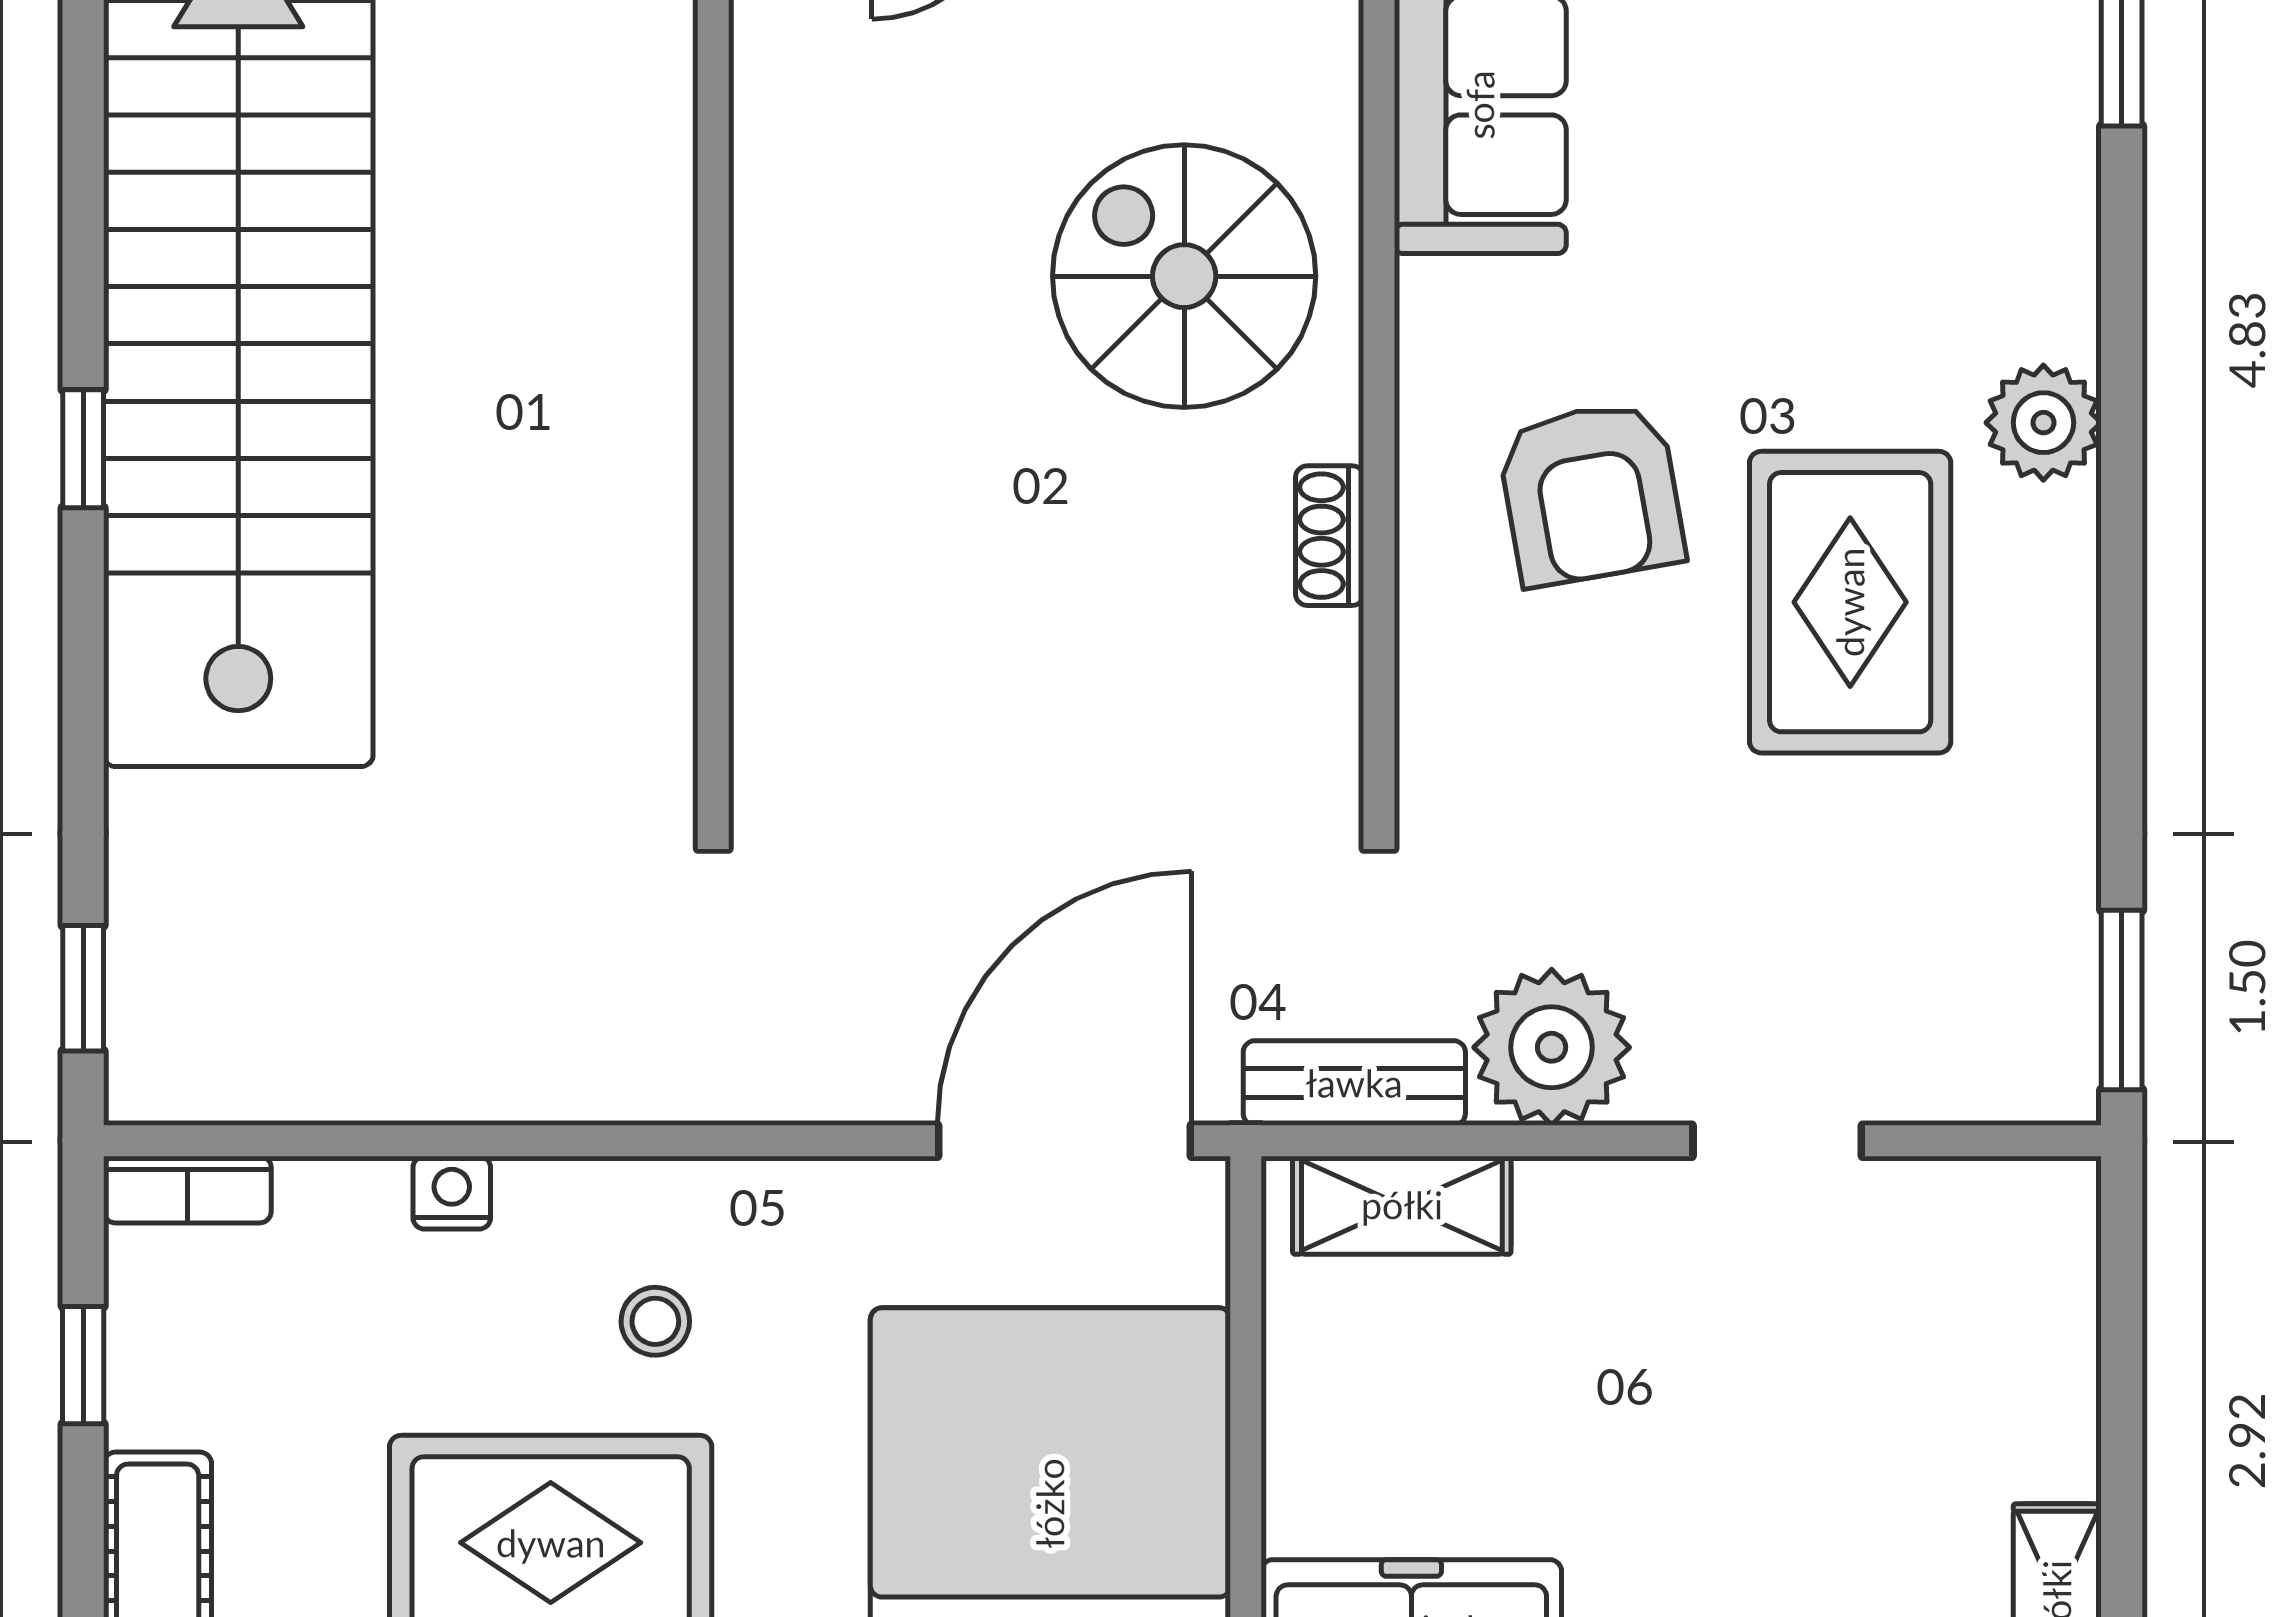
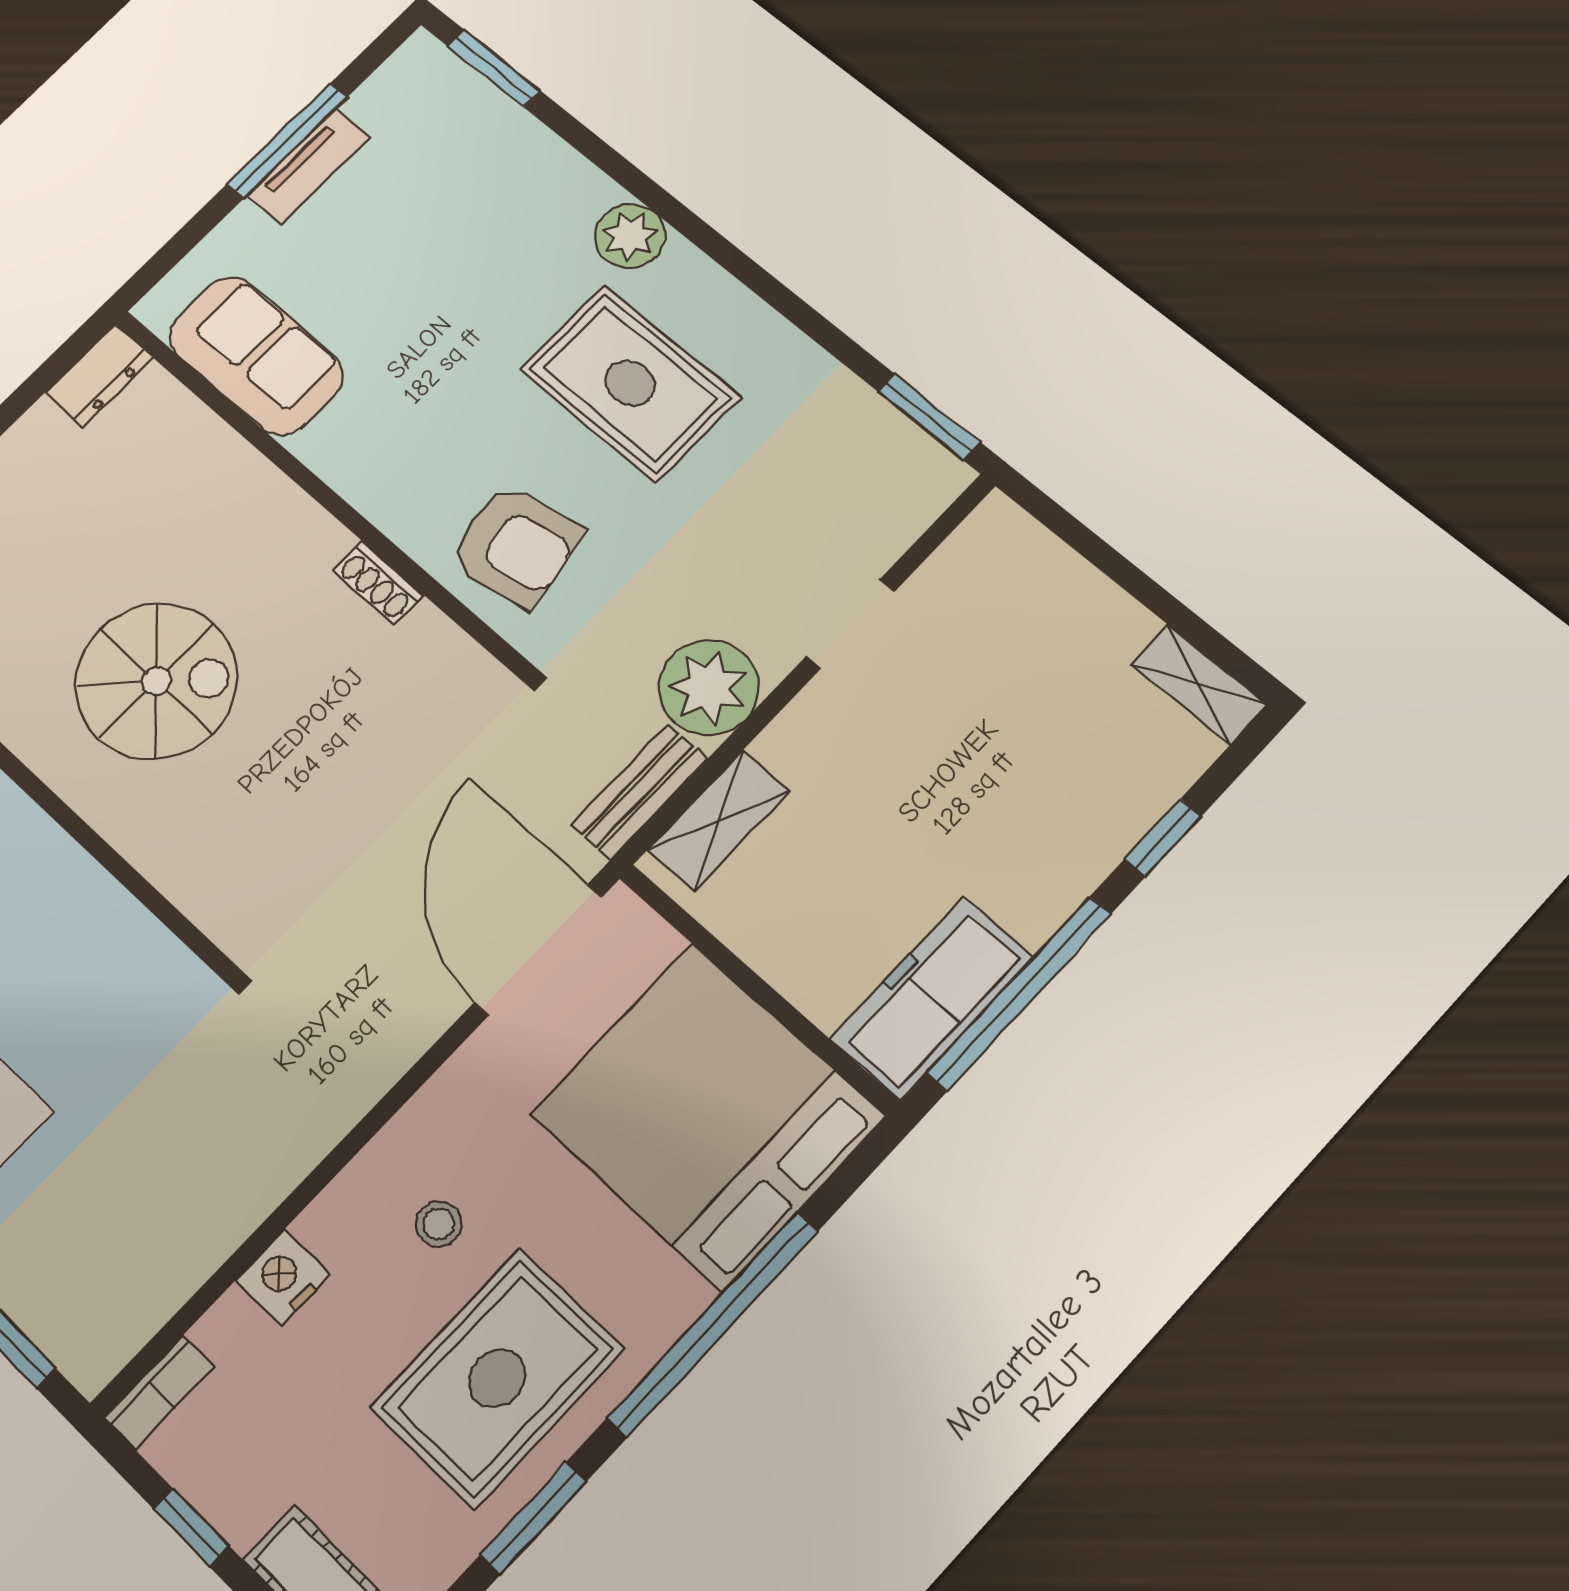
spiral stairs: (1184, 276) -> (156, 681), moved, turned 180
armchair: (1591, 493) -> (516, 546), moved
nightstand: (452, 1193) -> (283, 1277), width x1.39, depth x1.35

